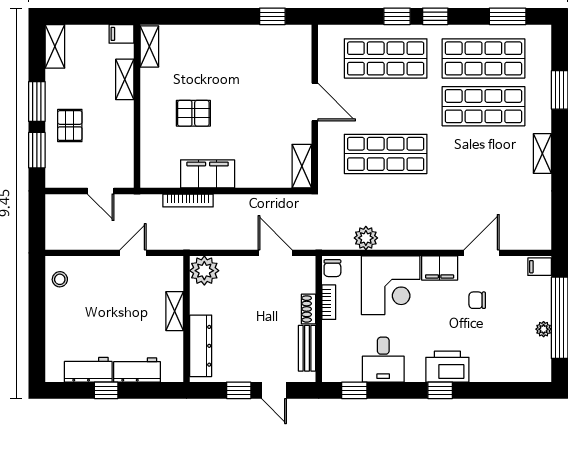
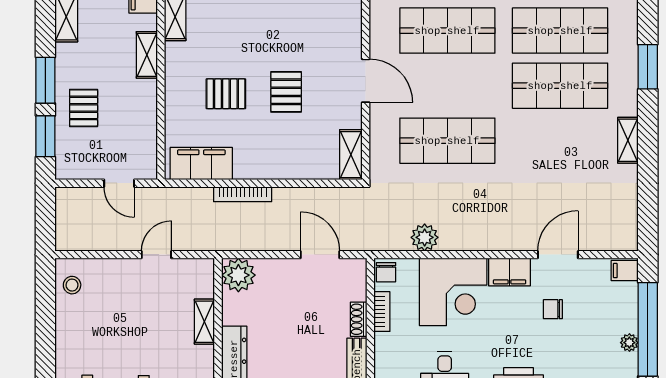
pallet: (246, 112) -> (286, 92), added
filing cabinet: (208, 174) -> (201, 164), moved
bookcase: (188, 200) -> (243, 194), moved

